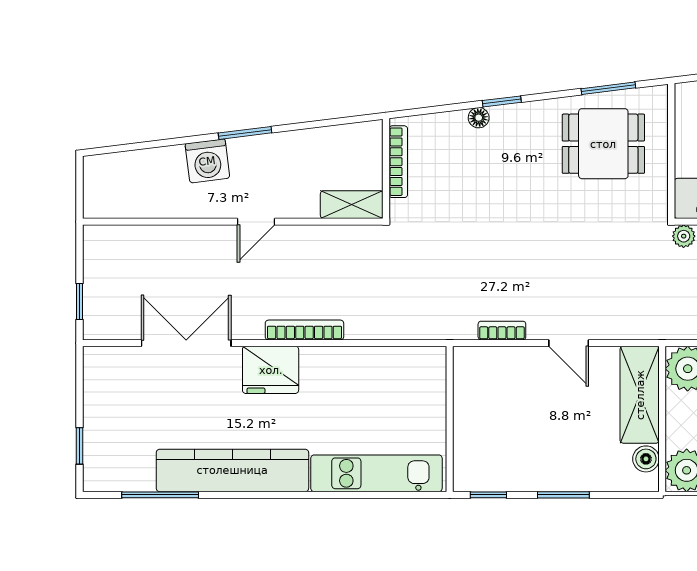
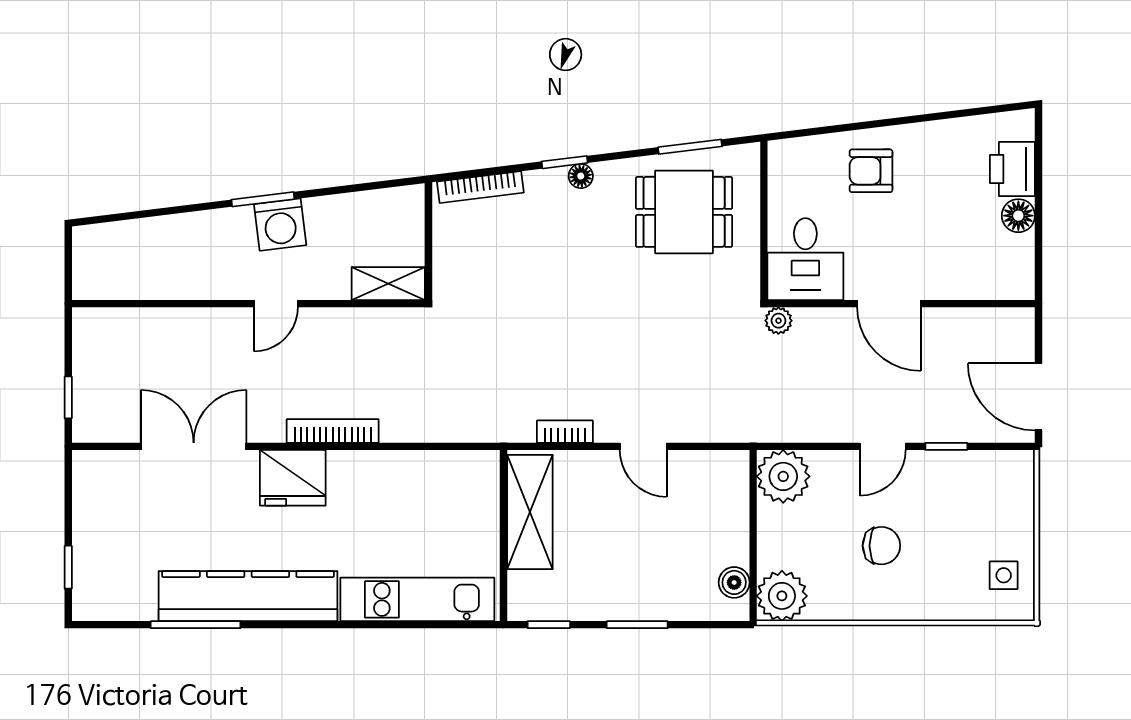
floor lamp: (479, 118) -> (581, 176), moved
washing machine: (207, 161) -> (280, 225), moved
bookcase: (398, 162) -> (480, 187), moved, turned 83
shelving: (640, 395) -> (530, 512), moved
window: (160, 495) -> (196, 625), moved

